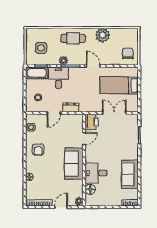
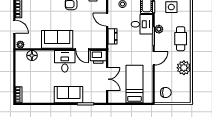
desk: (96, 173) -> (65, 61), moved
sofa: (130, 174) -> (69, 95), moved

